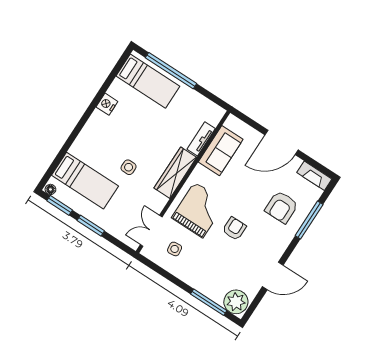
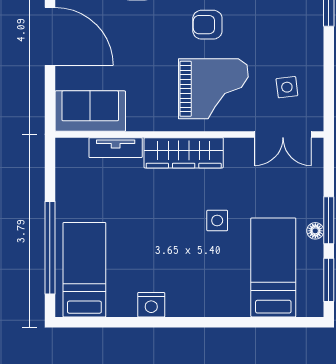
sofa: (221, 151) -> (90, 111), moved
floor lamp: (50, 189) -> (315, 231), moved
grand piano: (199, 210) -> (213, 89), turned 180

